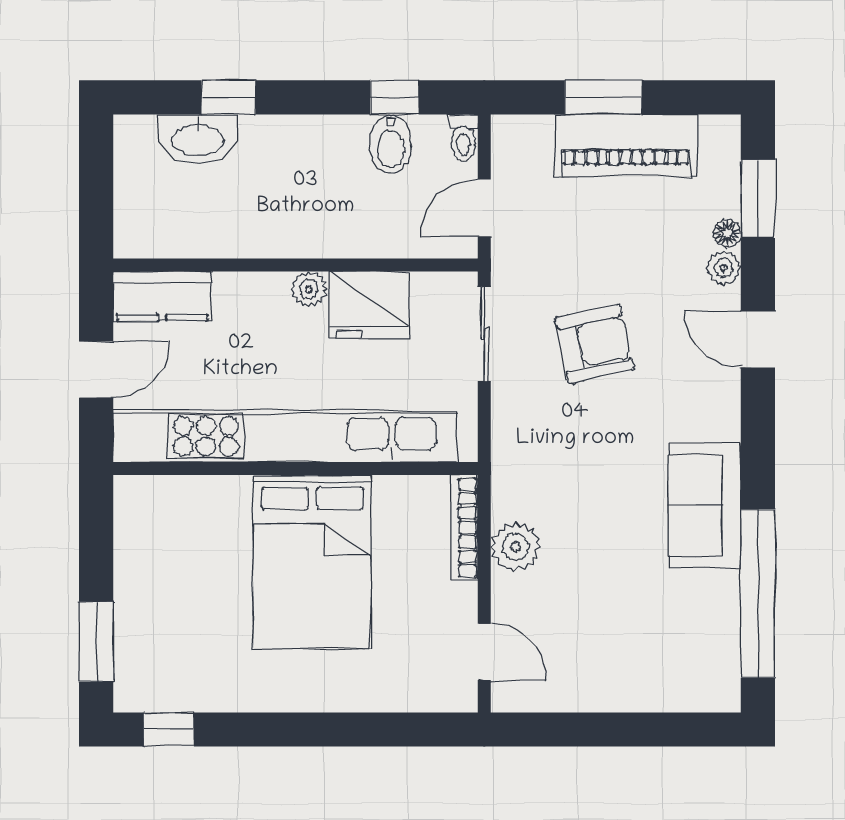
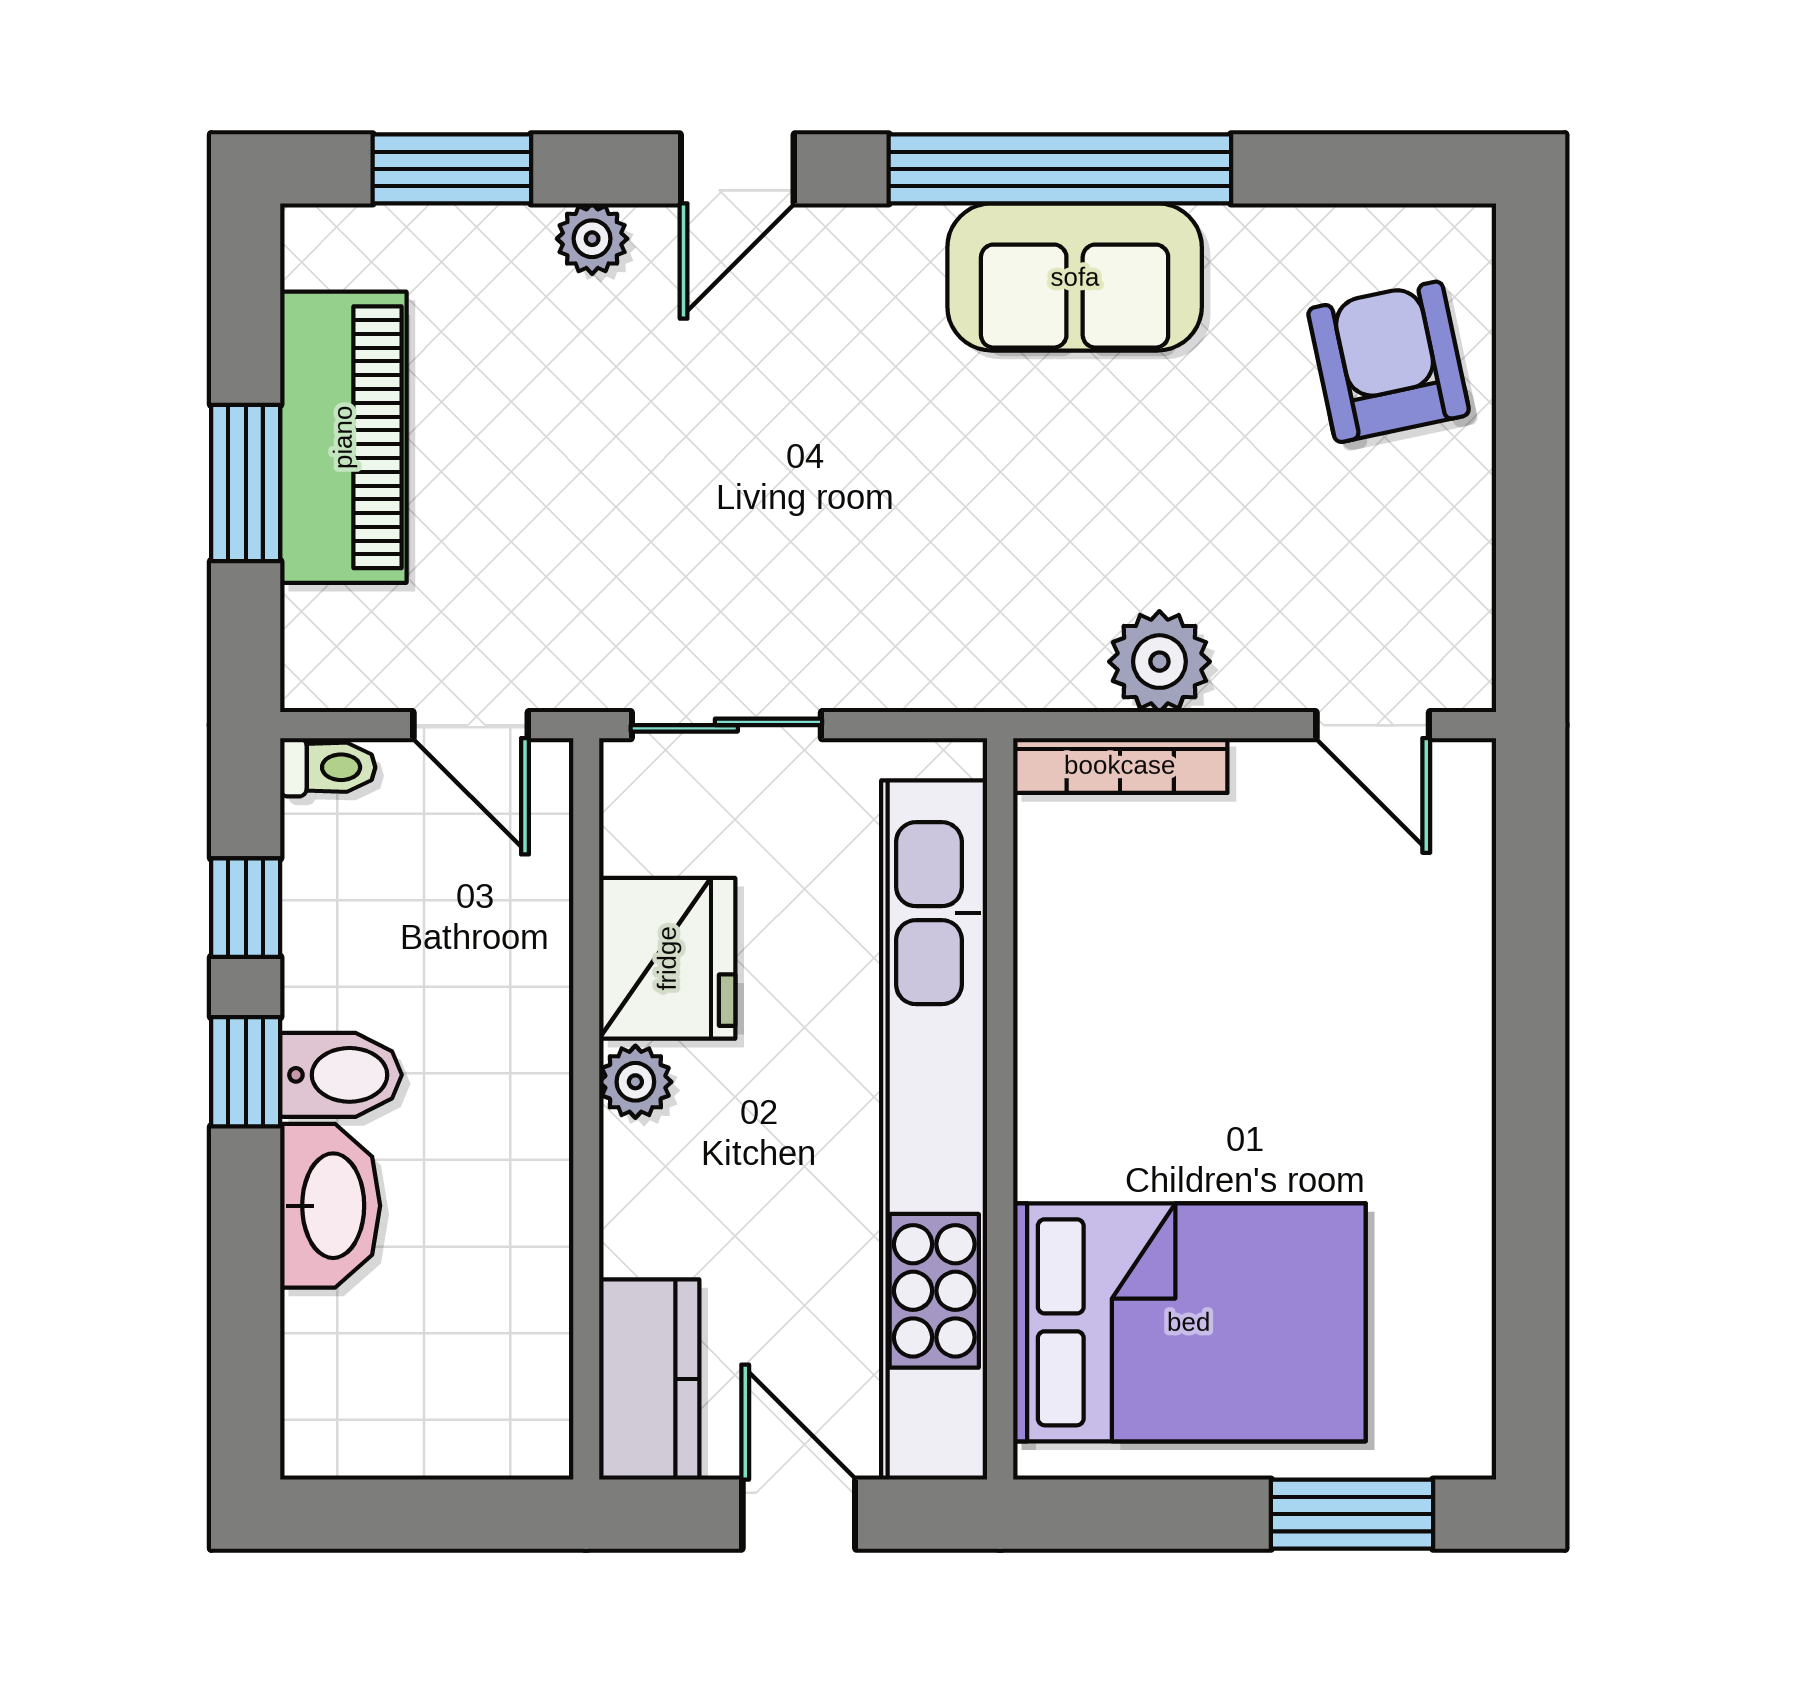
window: (229, 97) -> (246, 1072), moved
washbasin: (198, 139) -> (330, 1206), moved
bidet: (391, 144) -> (341, 1075), moved
floor lamp: (727, 233) -> (522, 231), removed
armchair: (594, 344) -> (1389, 362), moved
bed: (312, 562) -> (1189, 1322), moved
window: (758, 594) -> (1060, 169), moved
door: (484, 652) -> (1373, 725), swing flipped
window: (169, 730) -> (1531, 1366), removed

